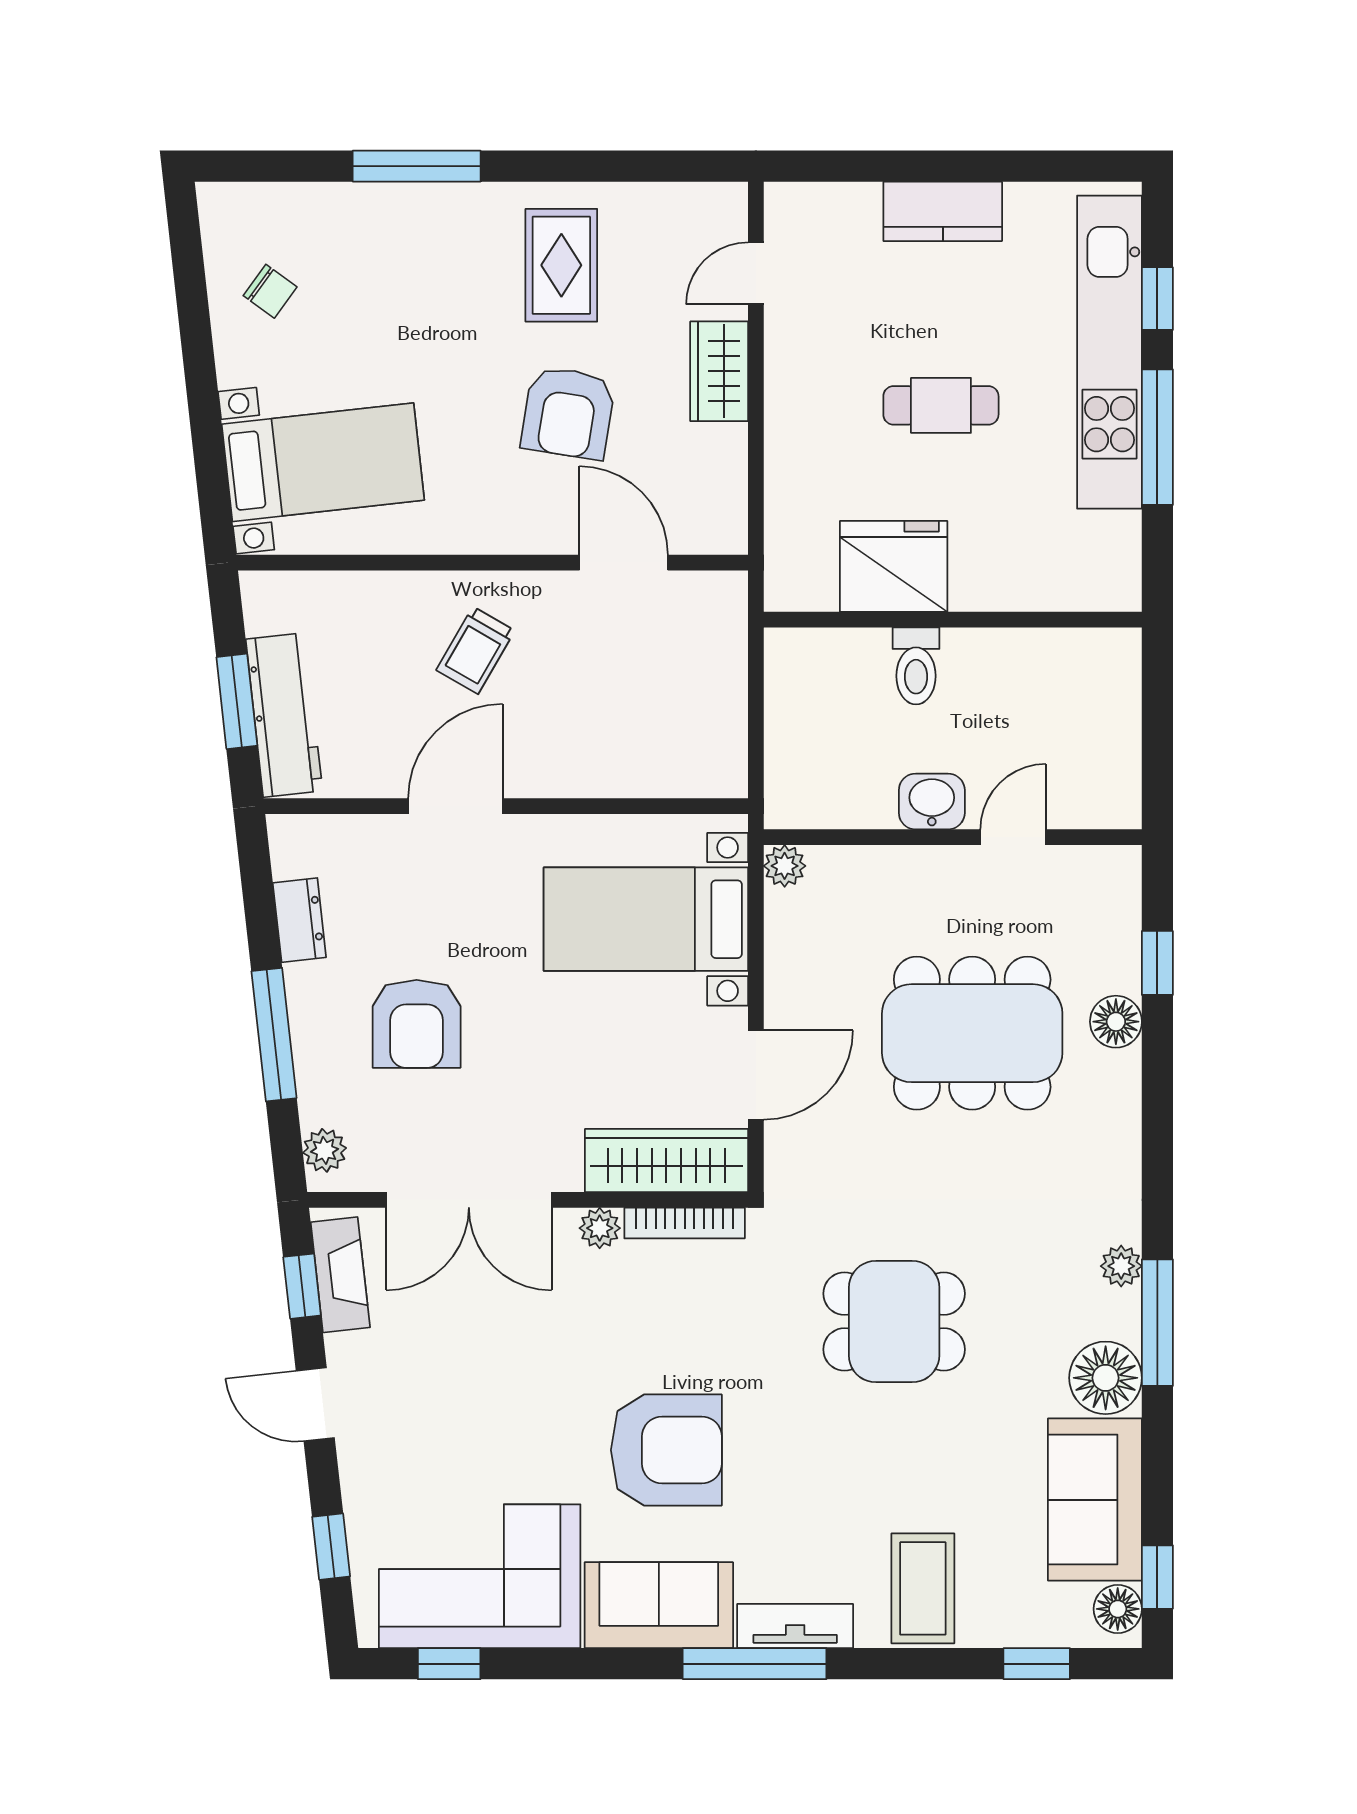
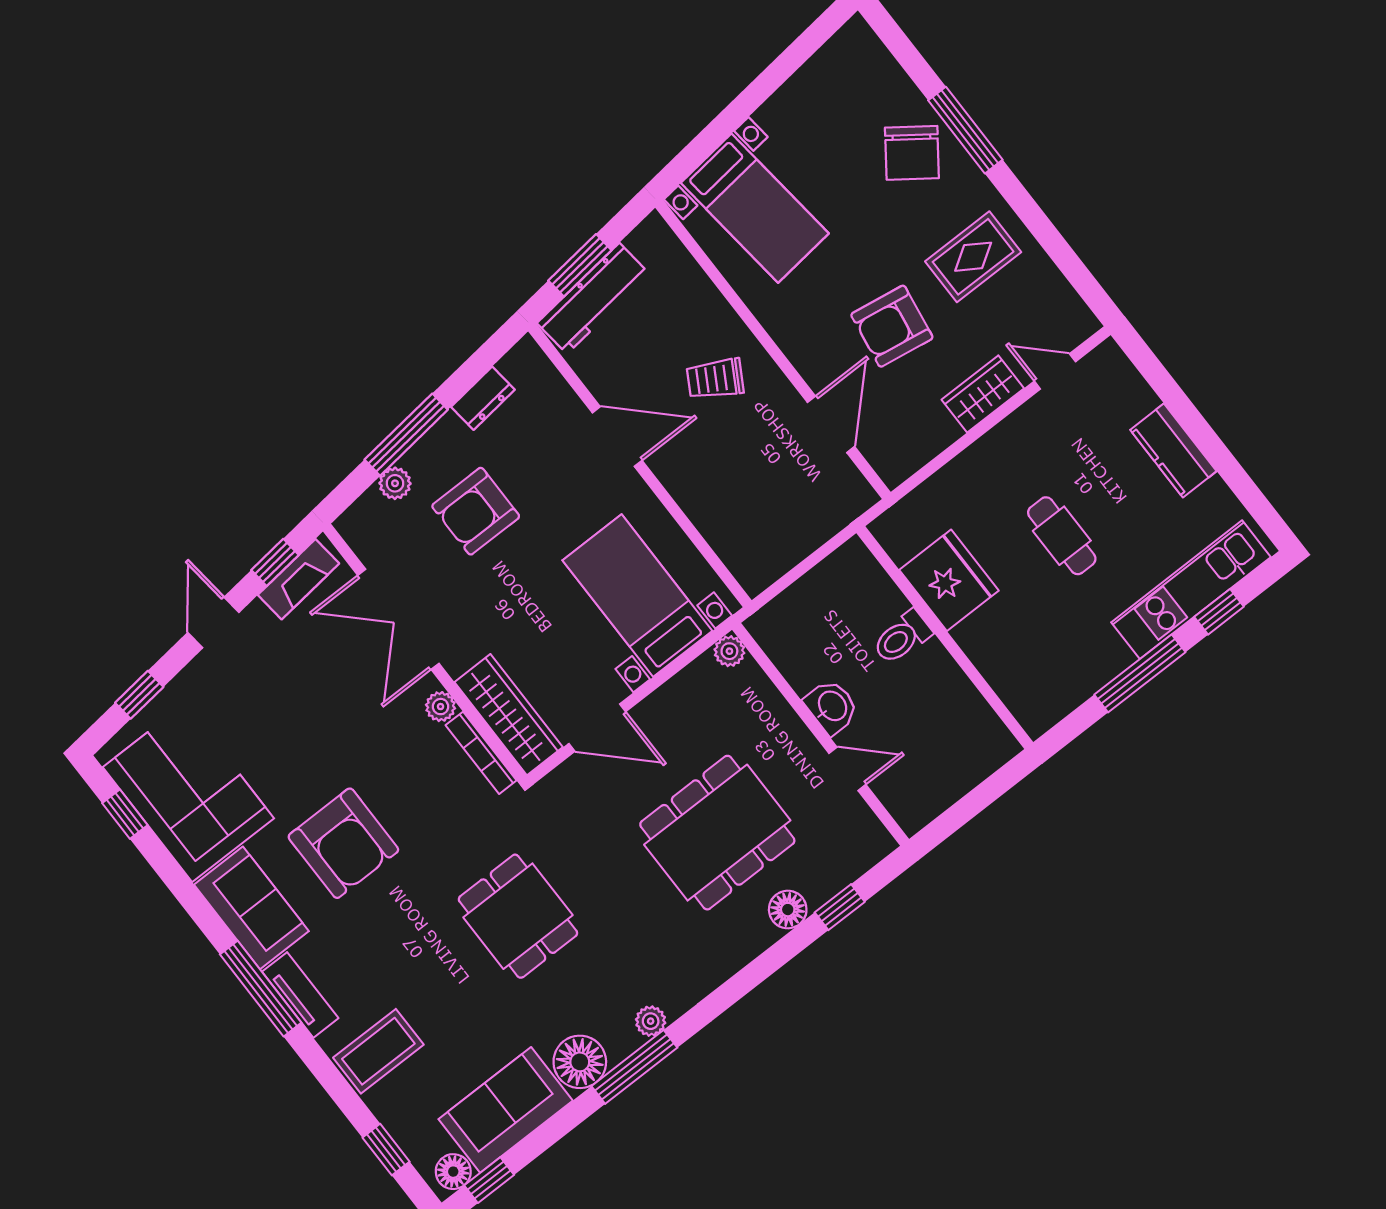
chair: (270, 291) -> (912, 153), moved, width x1.87, depth x1.87
kitchen unit: (1109, 352) -> (1191, 590), width x0.73
dining table: (972, 1033) -> (717, 833), turned 90
plant: (325, 1150) -> (395, 483), moved

